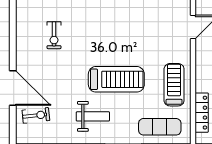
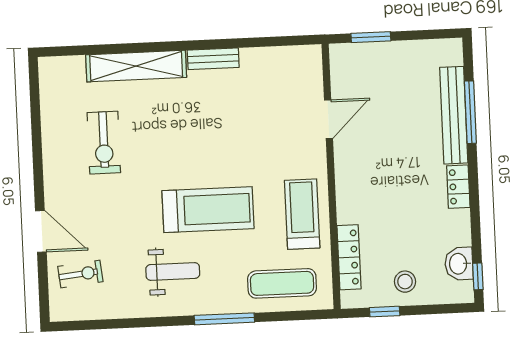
exercise bike: (54, 35) -> (104, 143), width x1.38, depth x1.39
door: (13, 88) -> (41, 231), width x0.73

